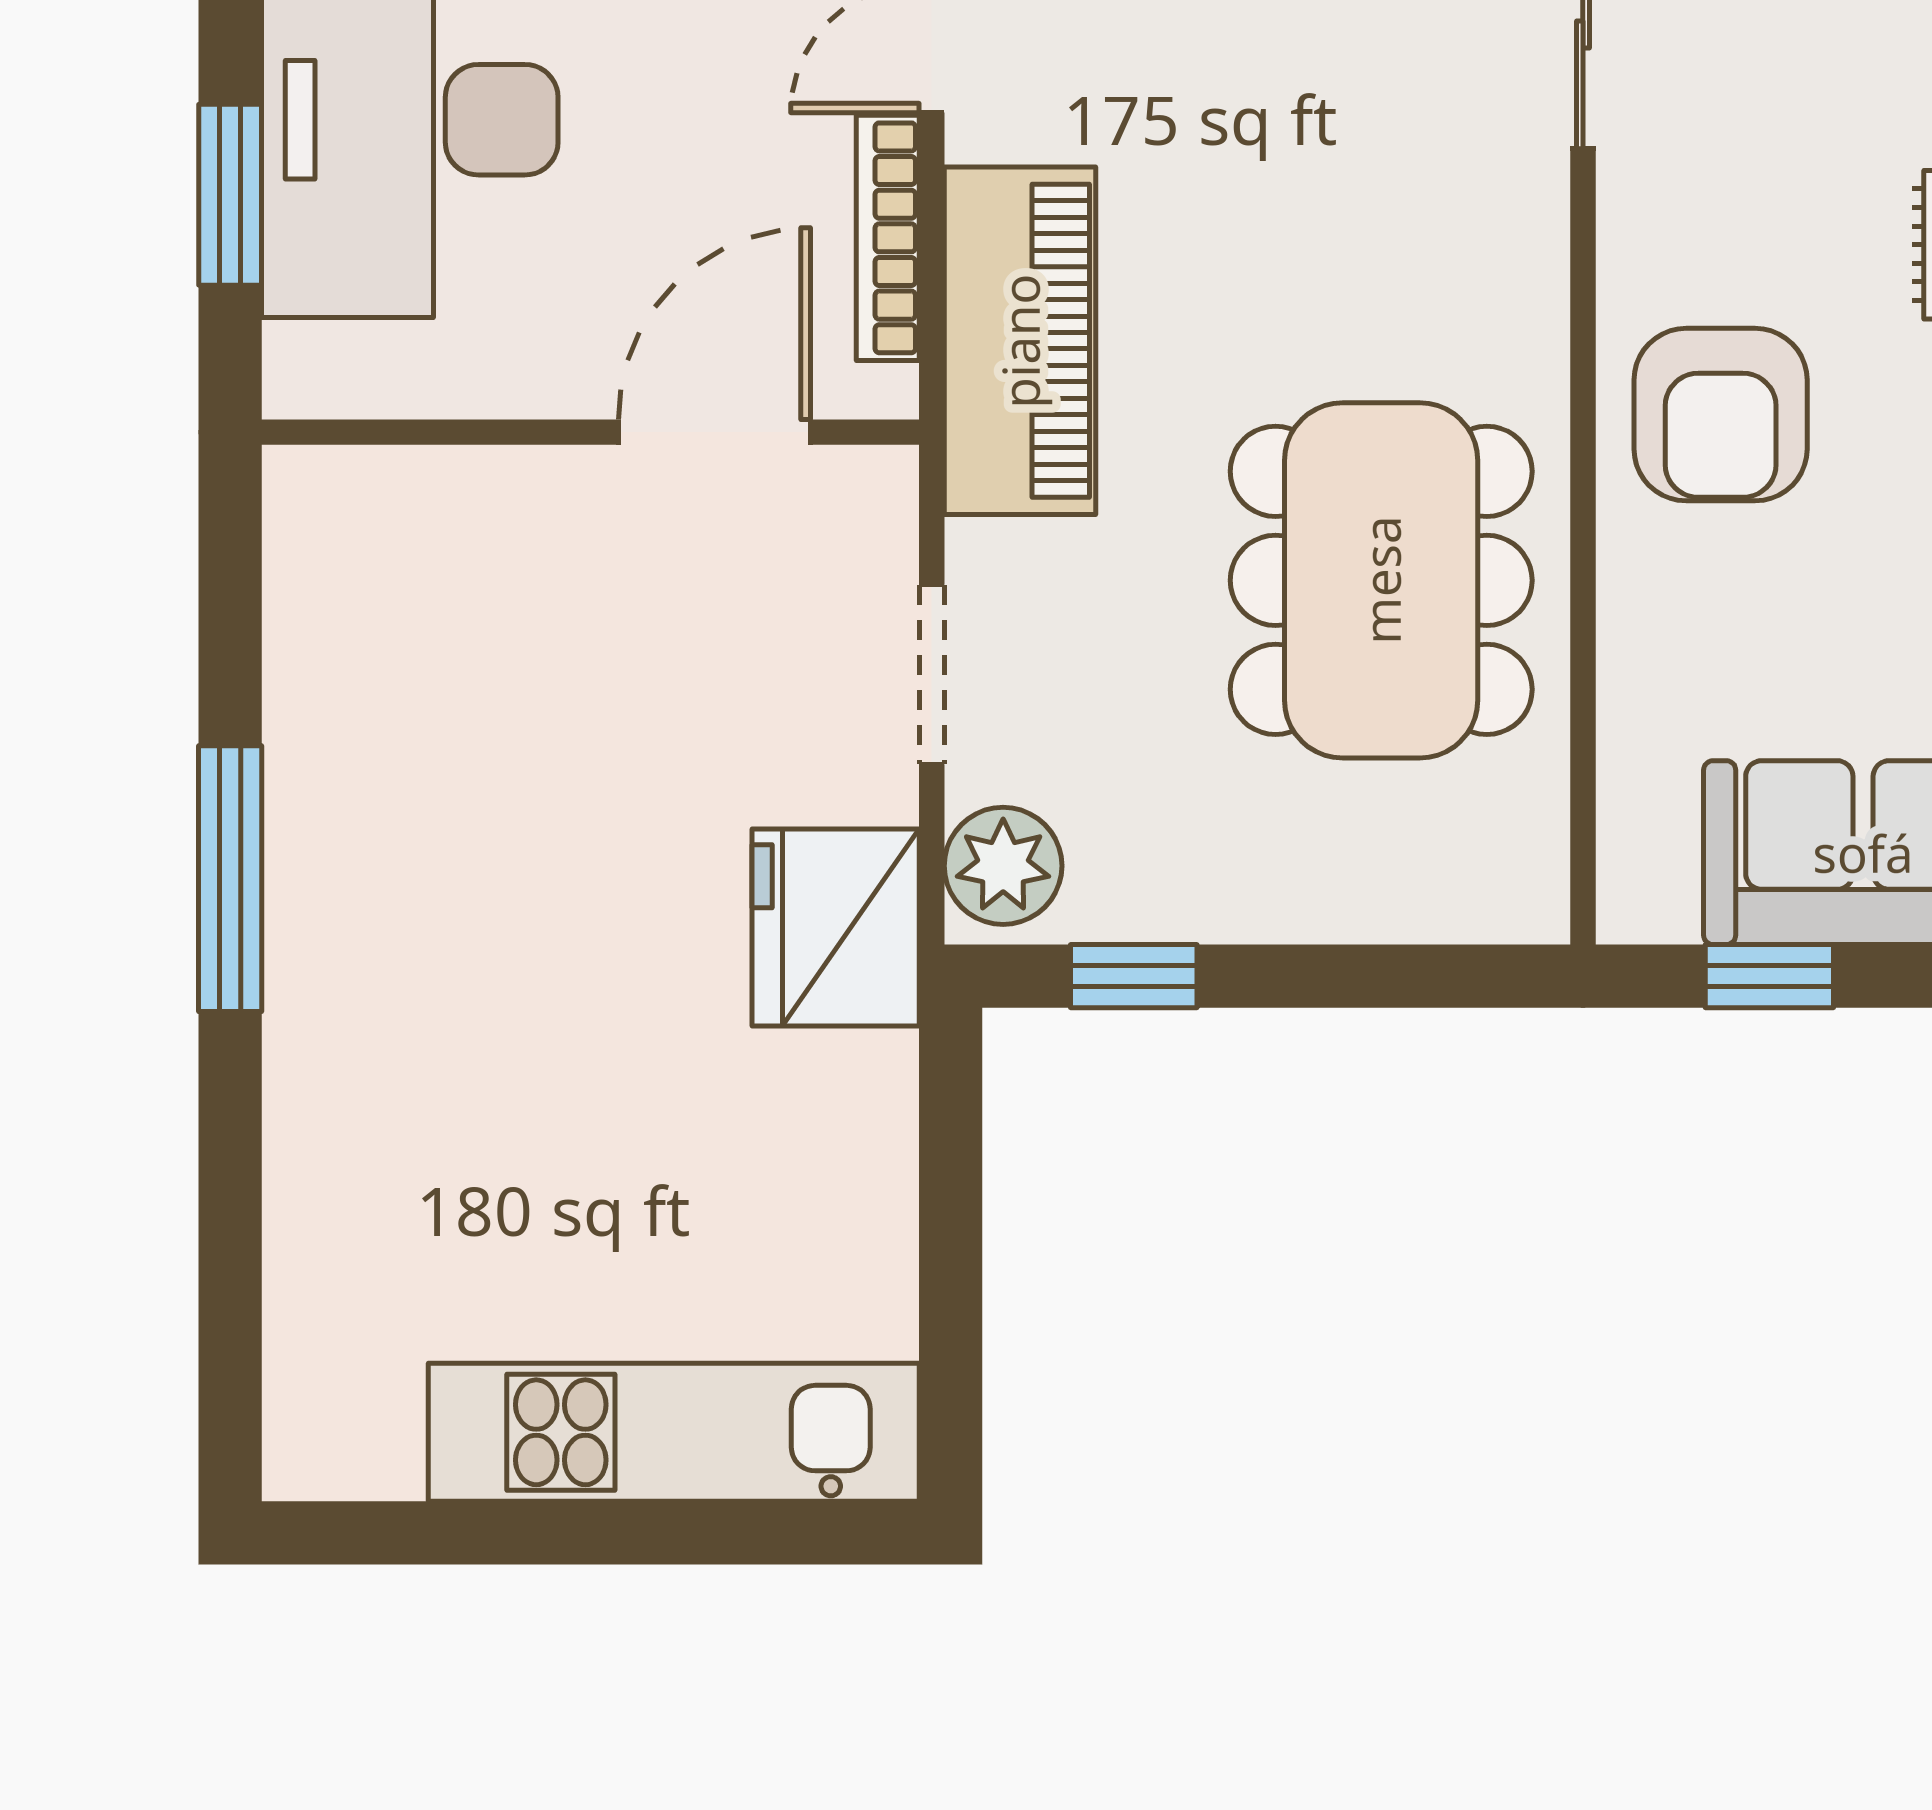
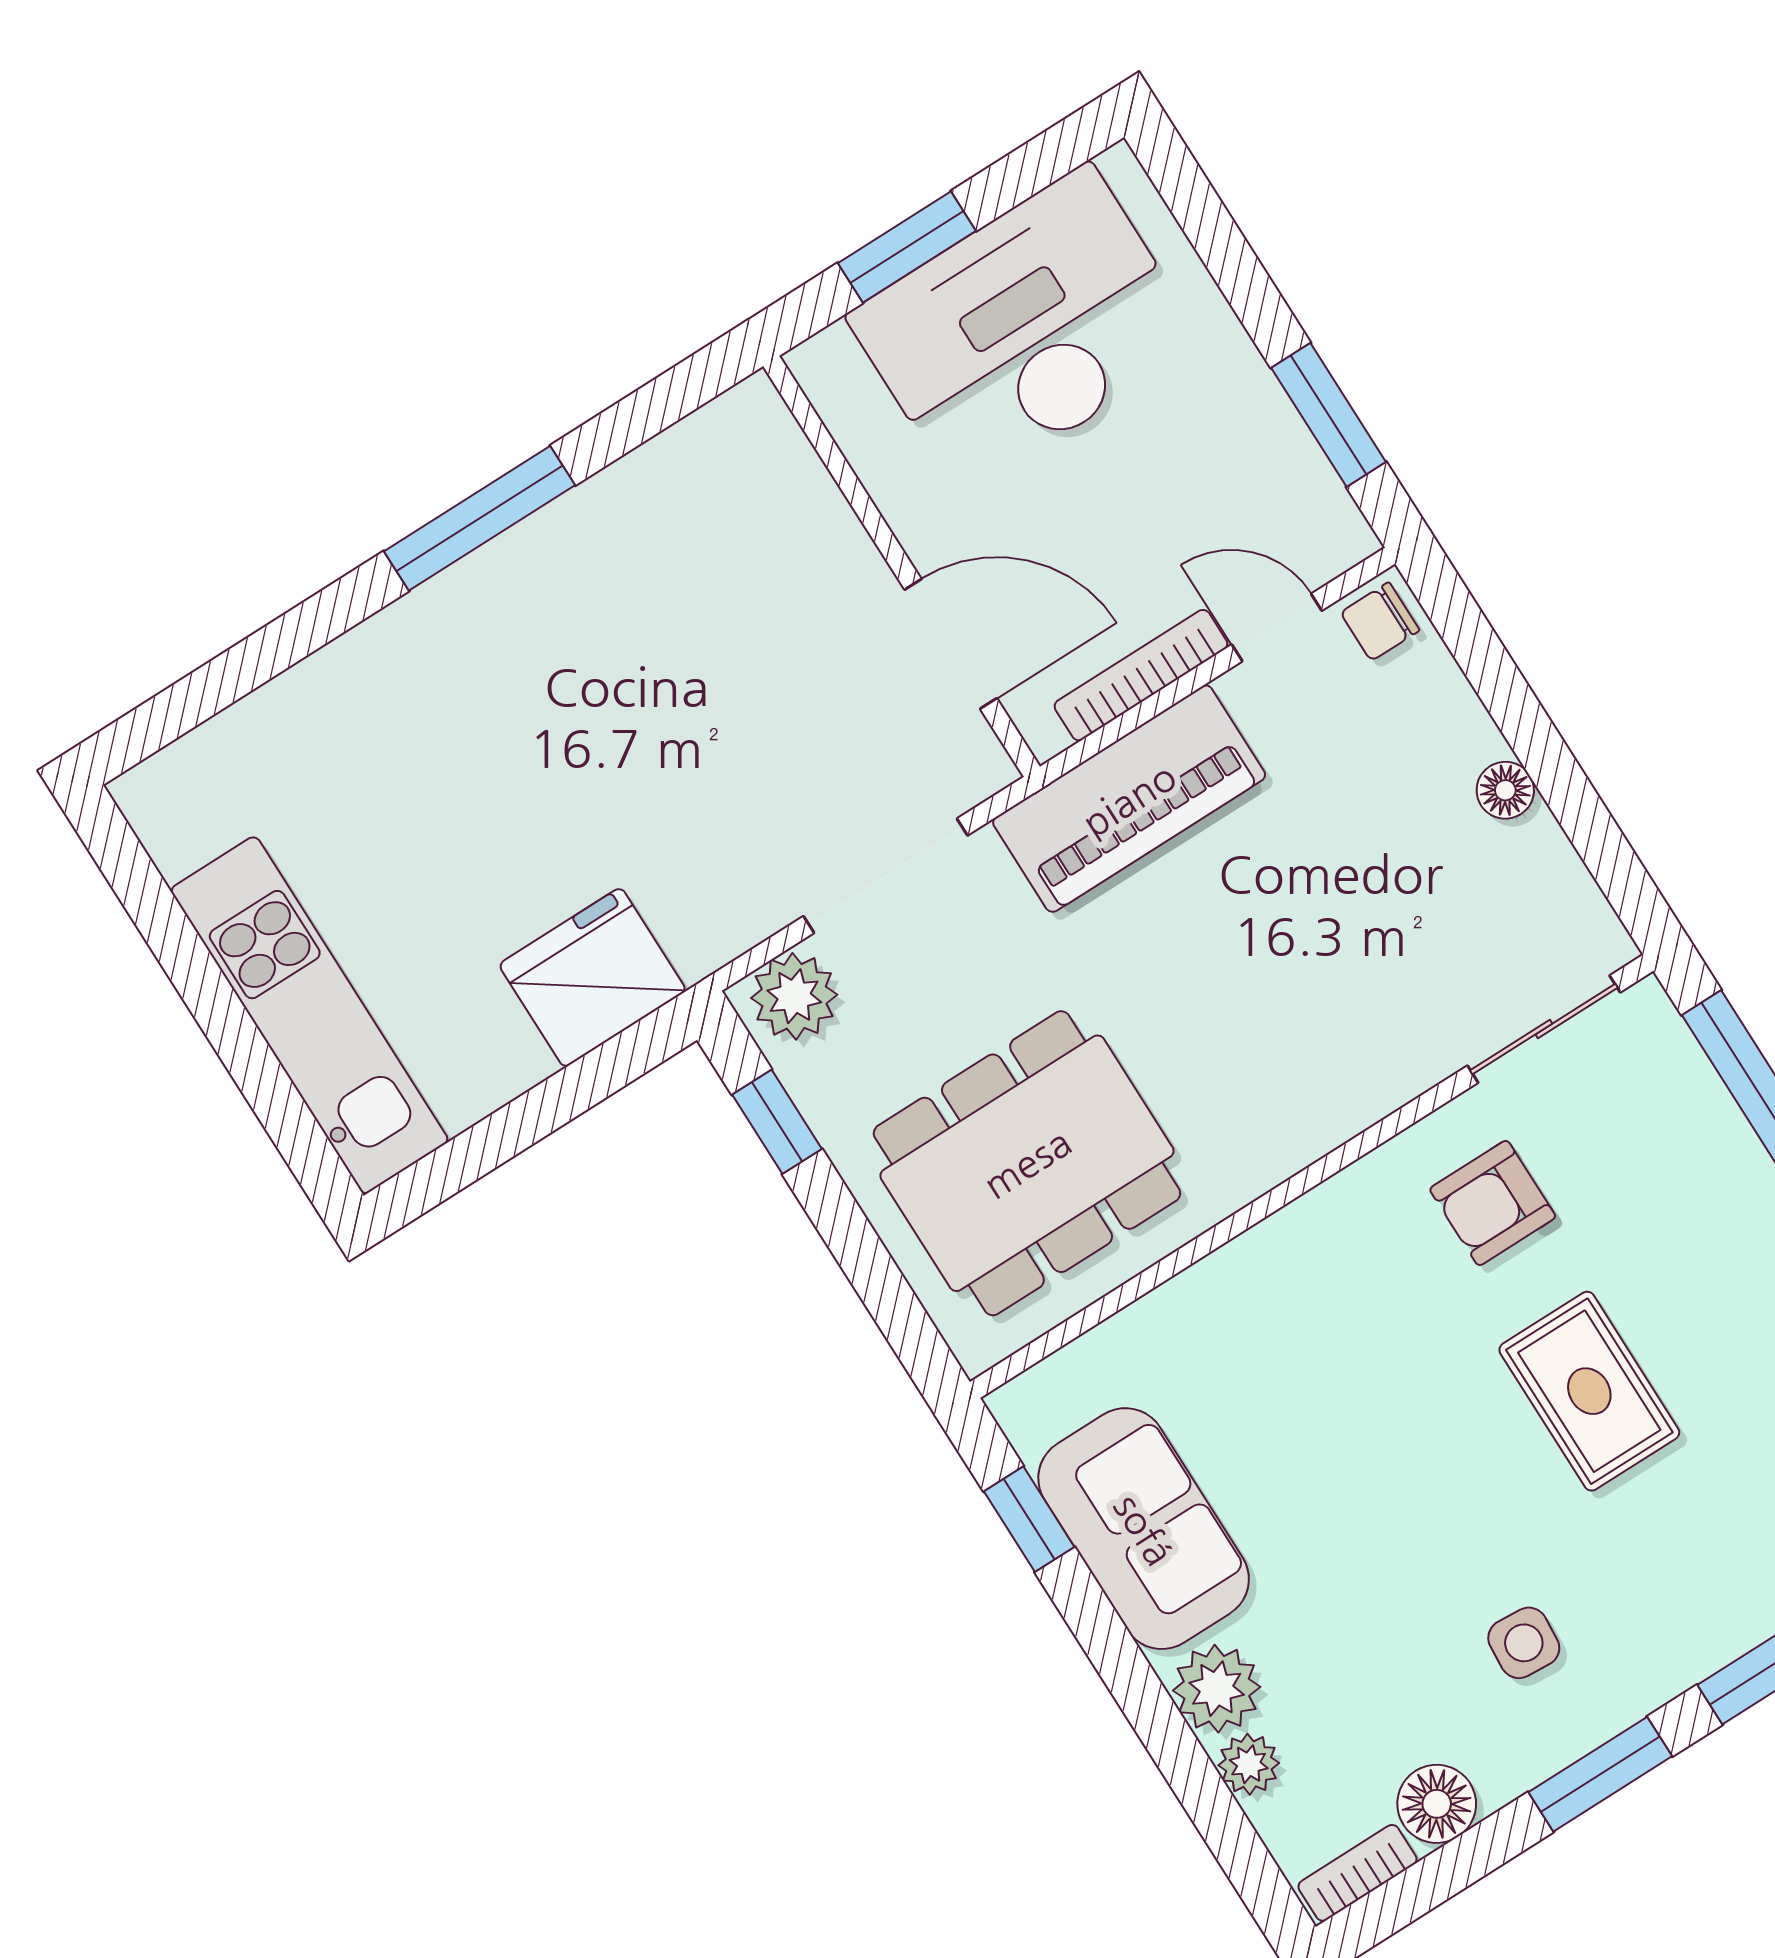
armchair: (1721, 415) -> (1493, 1203), moved, width x0.72, depth x0.72
dining table: (1381, 580) -> (1027, 1163), moved
doorway: (932, 674) -> (885, 876), width x1.38
fridge: (836, 928) -> (593, 977), moved

